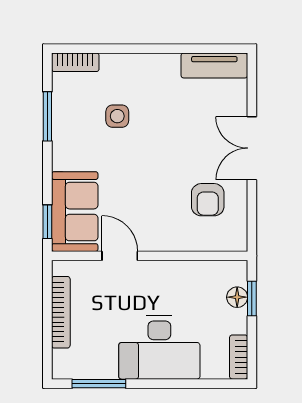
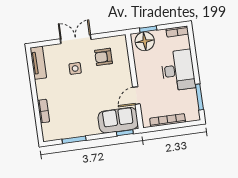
bookcase: (75, 62) -> (43, 111), moved
side table: (117, 116) -> (75, 68), moved
double door: (252, 148) -> (76, 39), swing flipped
armchair: (208, 200) -> (103, 57), turned 180
floor lamp: (237, 297) -> (145, 41), width x1.89, depth x1.89

